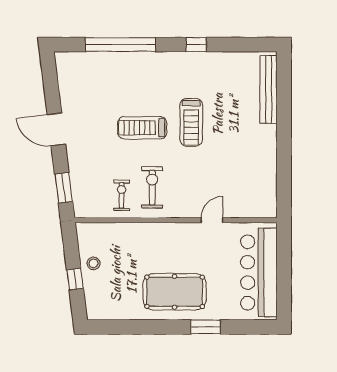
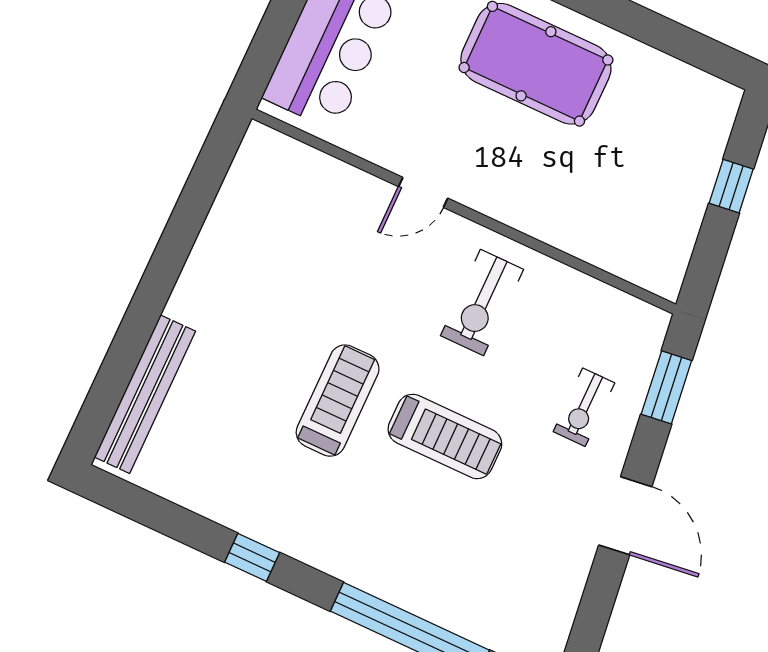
exercise bike: (122, 195) -> (584, 407), moved
door: (212, 220) -> (423, 192), moved
stool: (94, 263) -> (677, 201), removed

